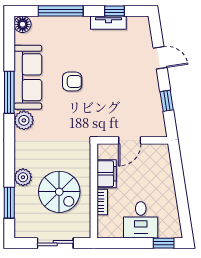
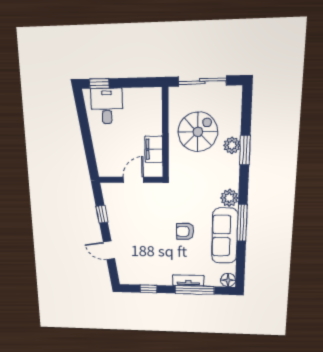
tv unit: (108, 23) -> (188, 280), moved
spiral stairs: (59, 192) -> (198, 132), turned 90
bookcase: (102, 202) -> (157, 122), removed
window: (9, 203) -> (245, 150), moved
desk: (141, 220) -> (107, 106), moved
sliding door: (55, 243) -> (202, 81), width x1.37

